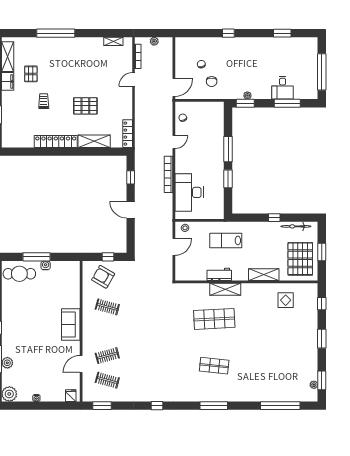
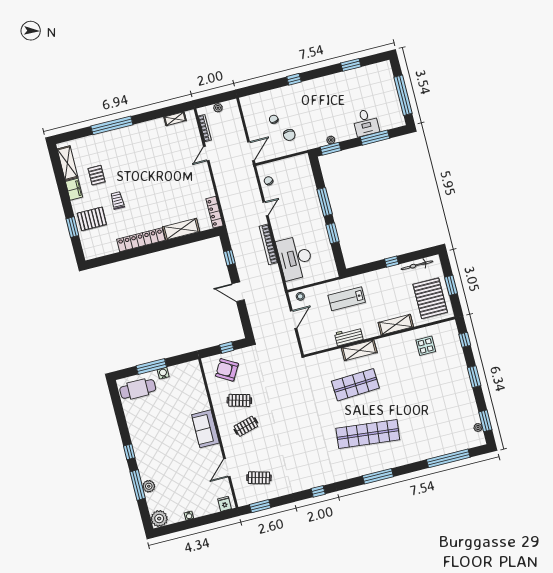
pallet: (85, 106) -> (92, 219), moved
clothes rail: (107, 356) -> (246, 426), moved
shop shelf: (214, 366) -> (368, 434), width x2.00, depth x1.36

